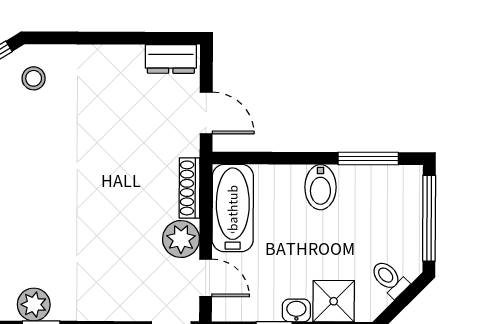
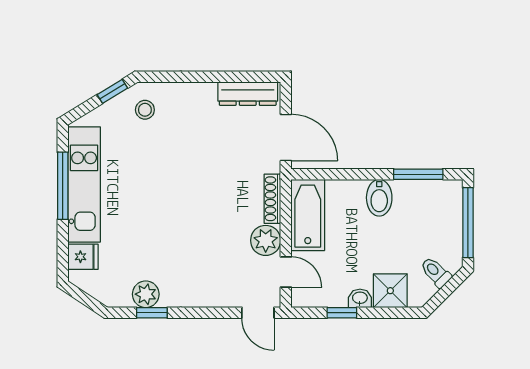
dresser: (171, 59) -> (248, 94), width x1.44
door: (206, 113) -> (286, 138), width x1.38

